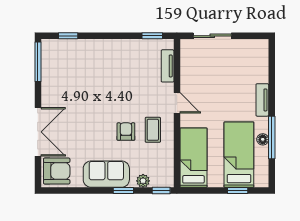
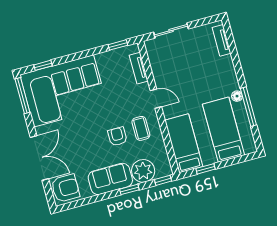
corner sofa: (83, 68) -> (64, 91), added
tv unit: (262, 100) -> (221, 40), moved
floor lamp: (263, 139) -> (237, 96), moved
plant: (143, 181) -> (143, 171), width x1.87, depth x1.87
window: (238, 191) -> (206, 169), moved

